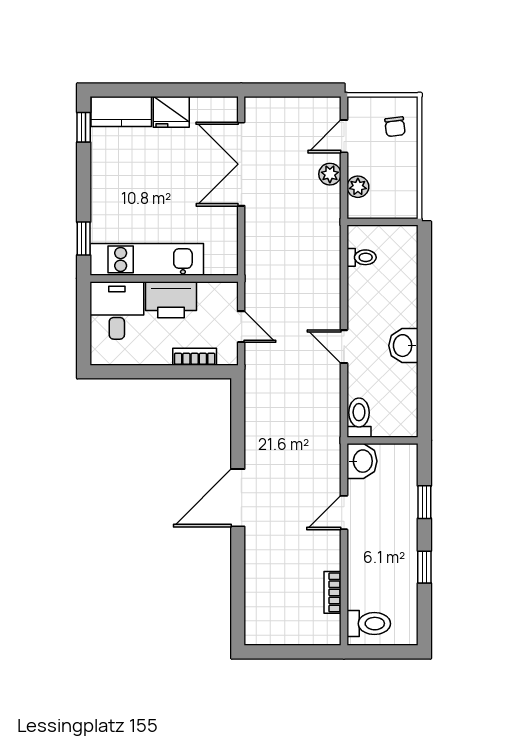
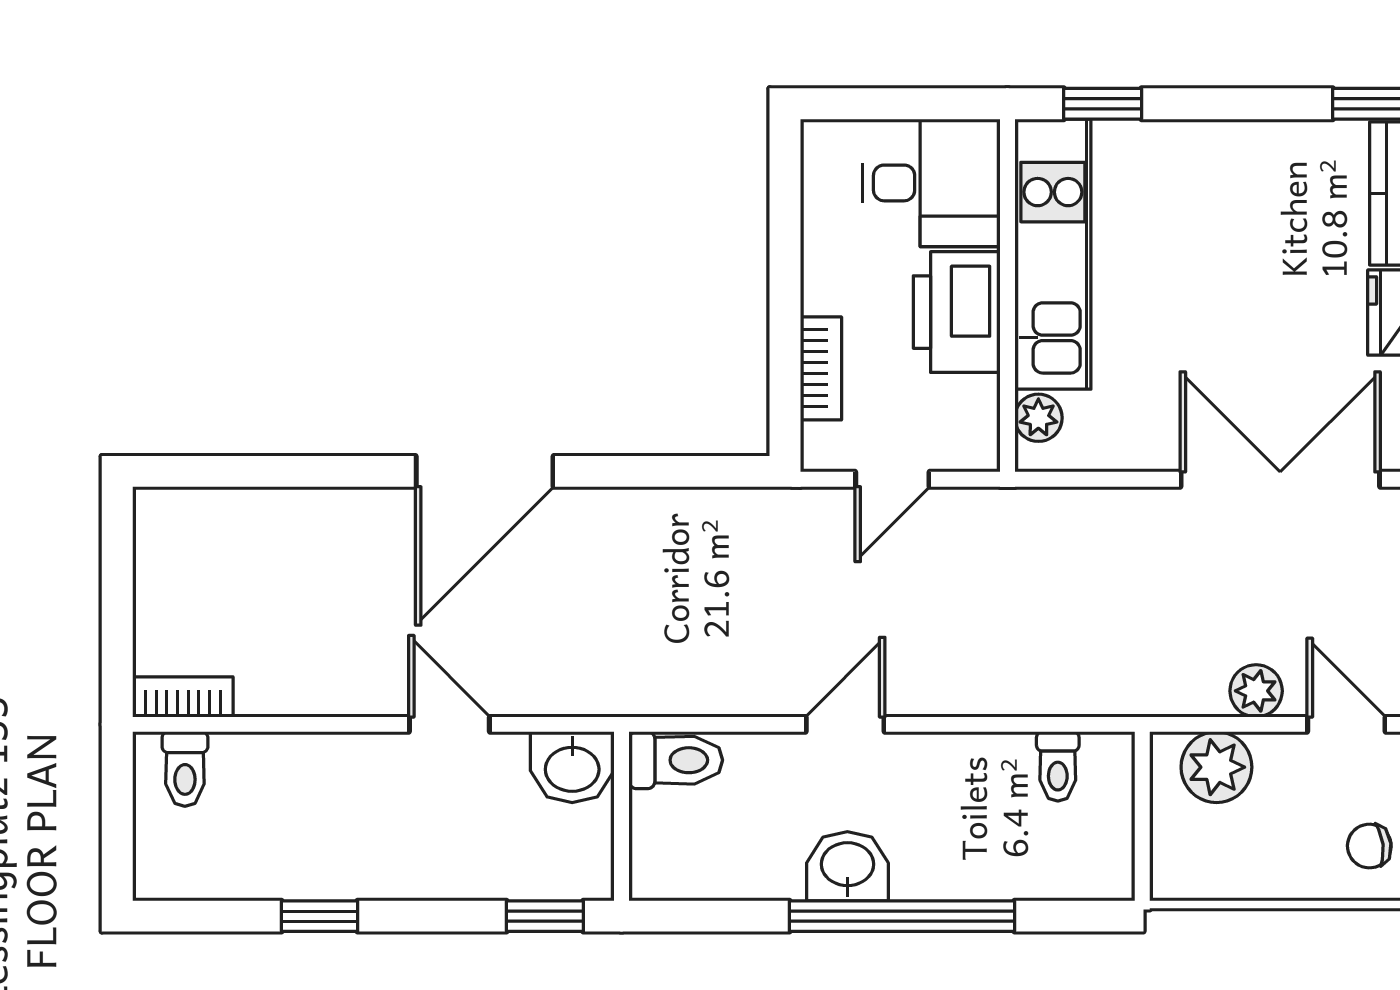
plant: (358, 187) -> (1216, 767), width x1.38, depth x1.38
plant: (215, 265) -> (1038, 418), added
window: (424, 323) -> (902, 916), added
door: (238, 498) -> (485, 471), swing flipped
window: (424, 502) -> (545, 916), moved
bookcase: (332, 592) -> (183, 697), moved
toilet: (369, 624) -> (185, 769), width x0.73, depth x0.72

